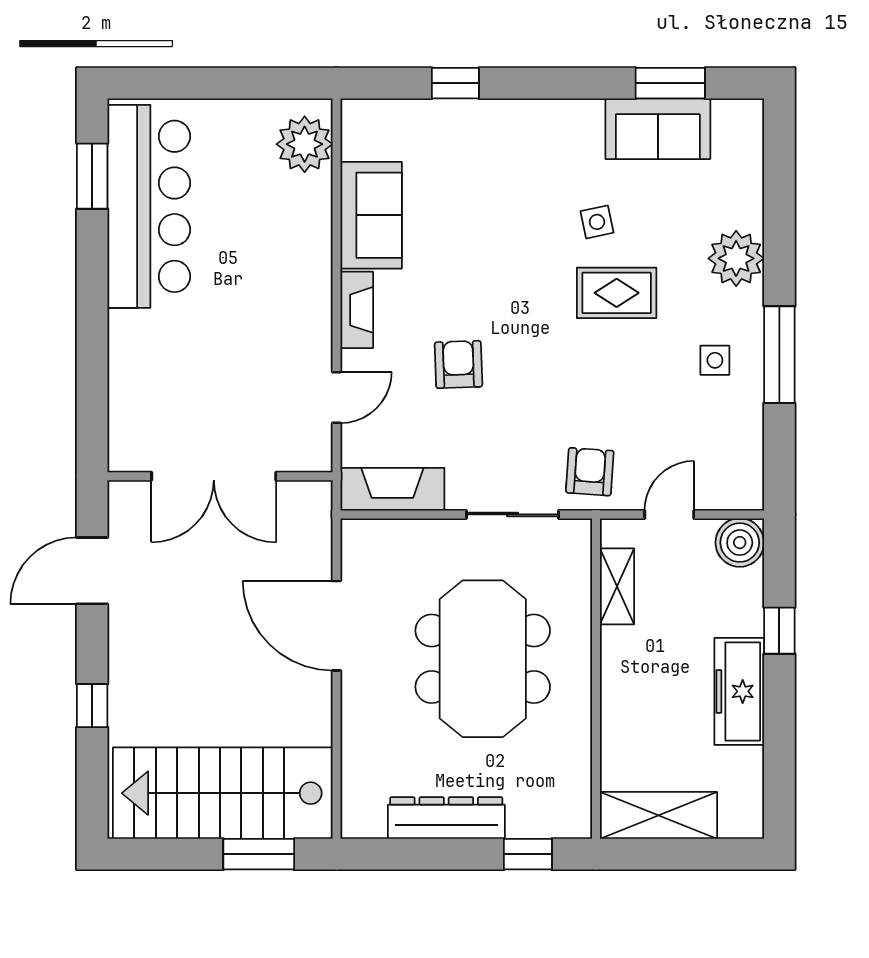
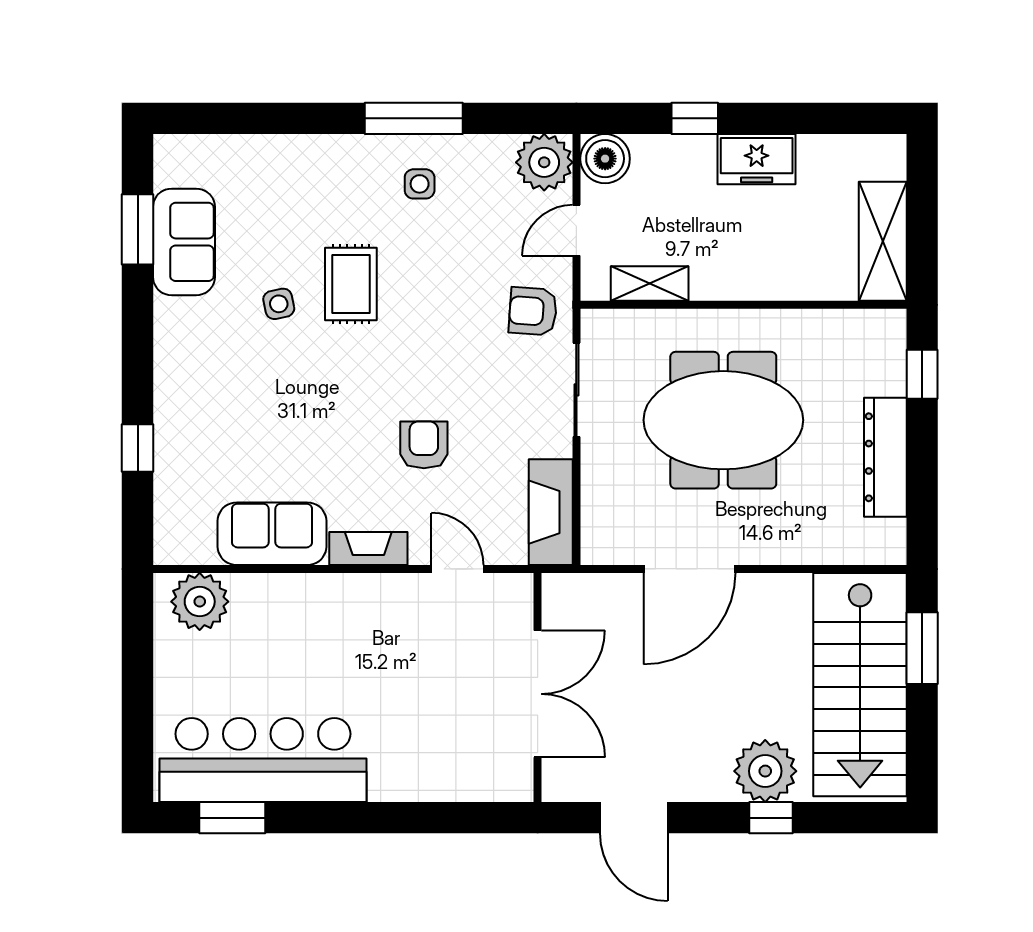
plant: (736, 258) -> (544, 162), moved
armchair: (458, 364) -> (424, 445), turned 92
door: (669, 514) -> (576, 230), hinge flipped
freezer: (739, 691) -> (757, 159), width x0.71
plant: (138, 700) -> (765, 771), added

